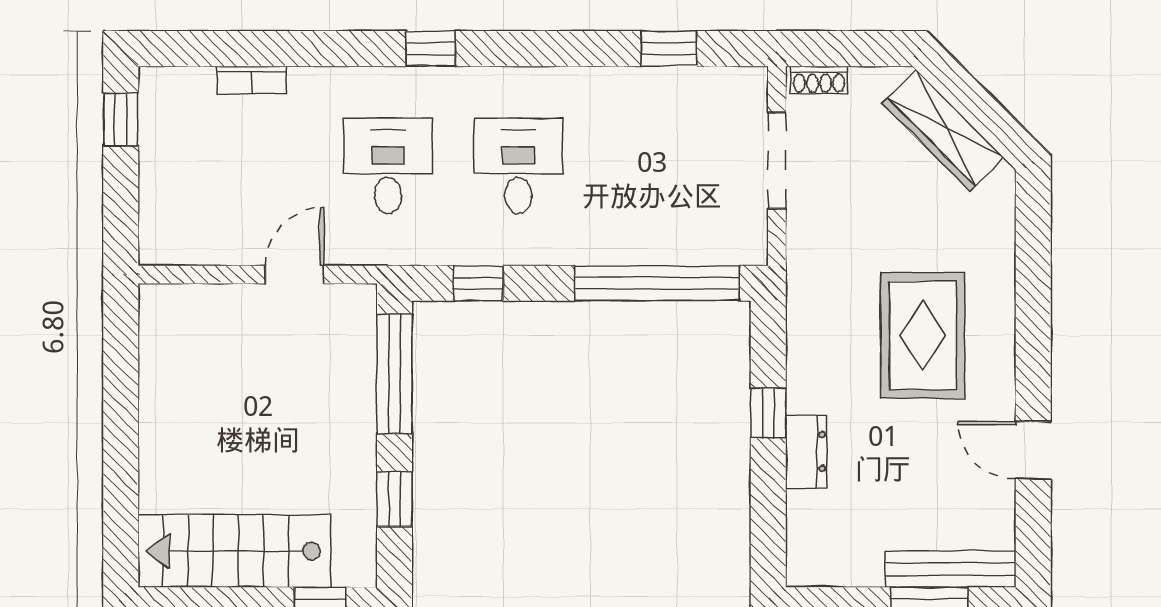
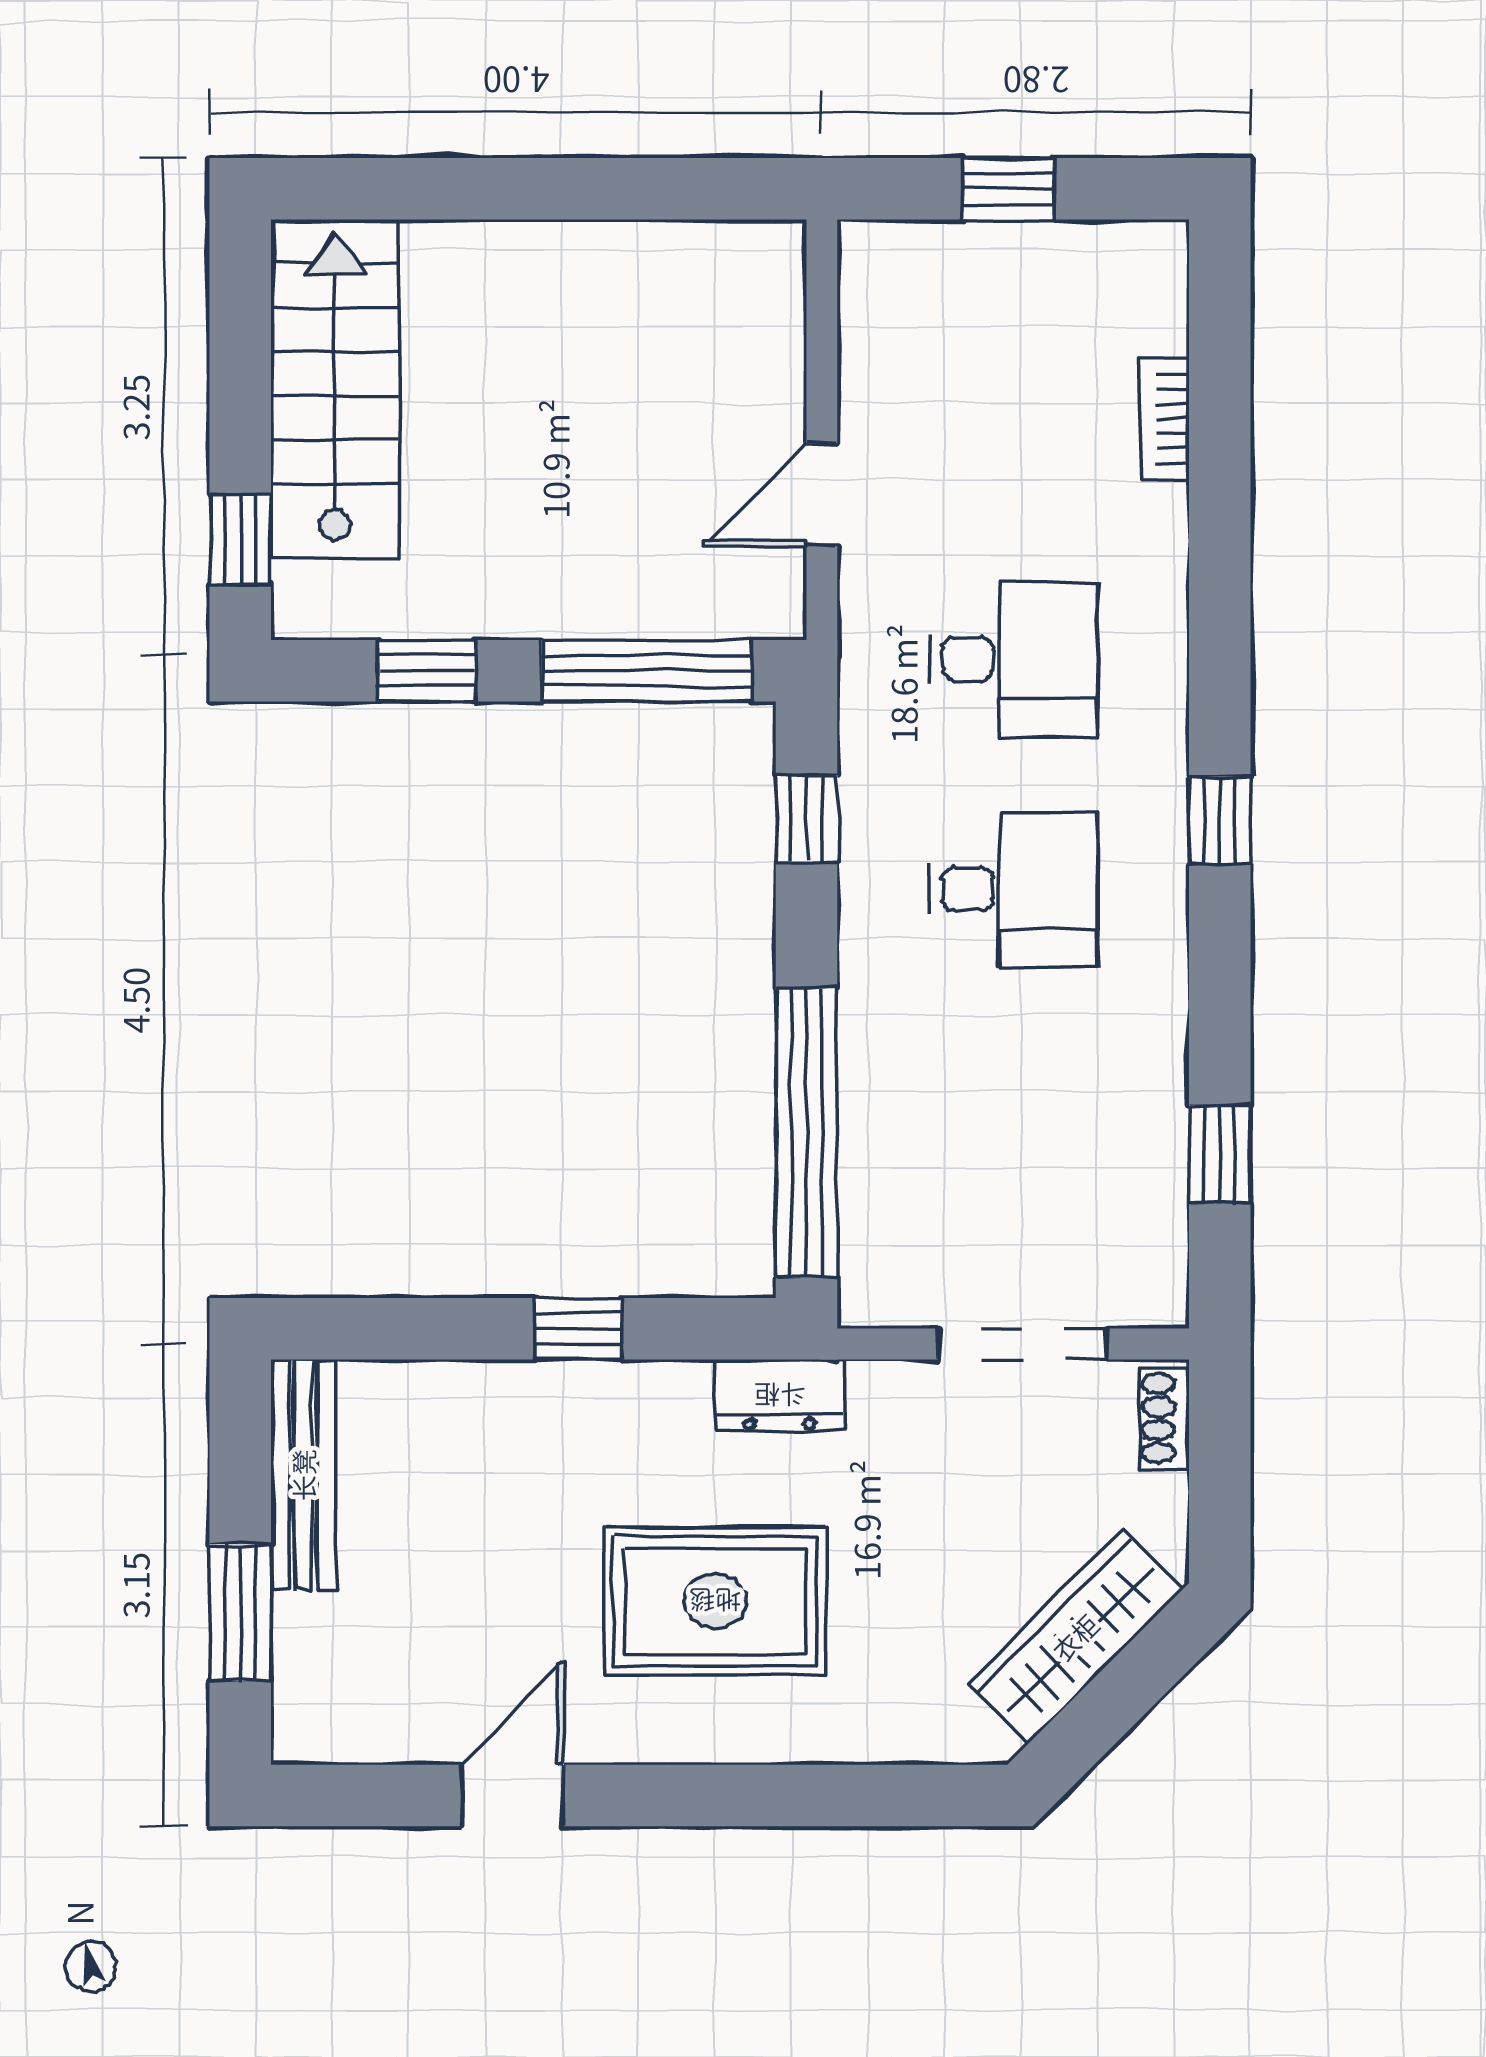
window: (431, 49) -> (1220, 820), moved
window: (121, 119) -> (1008, 189), moved
door: (294, 275) -> (822, 495), swing flipped
dresser: (806, 452) -> (780, 1396), moved
bench: (950, 569) -> (303, 1475), moved

